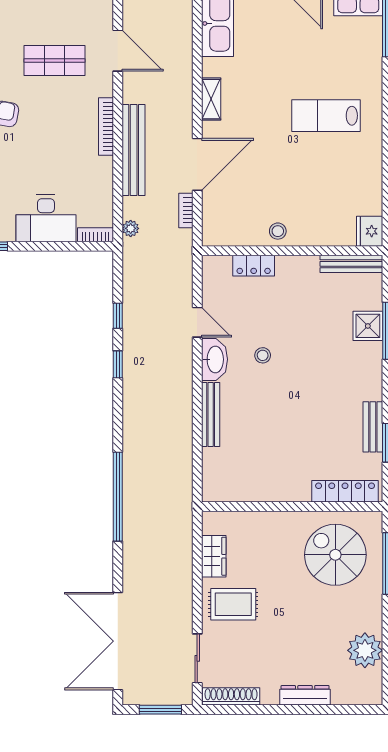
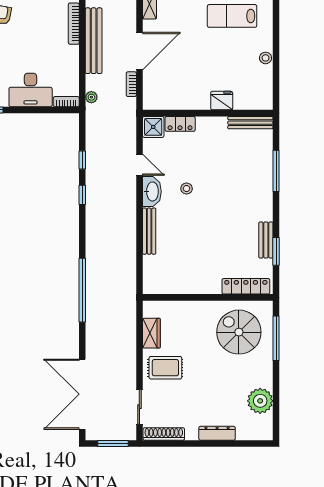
stool: (278, 231) -> (266, 58), moved
fridge: (370, 231) -> (222, 101), moved, turned 90
shower: (368, 326) -> (153, 127), moved

